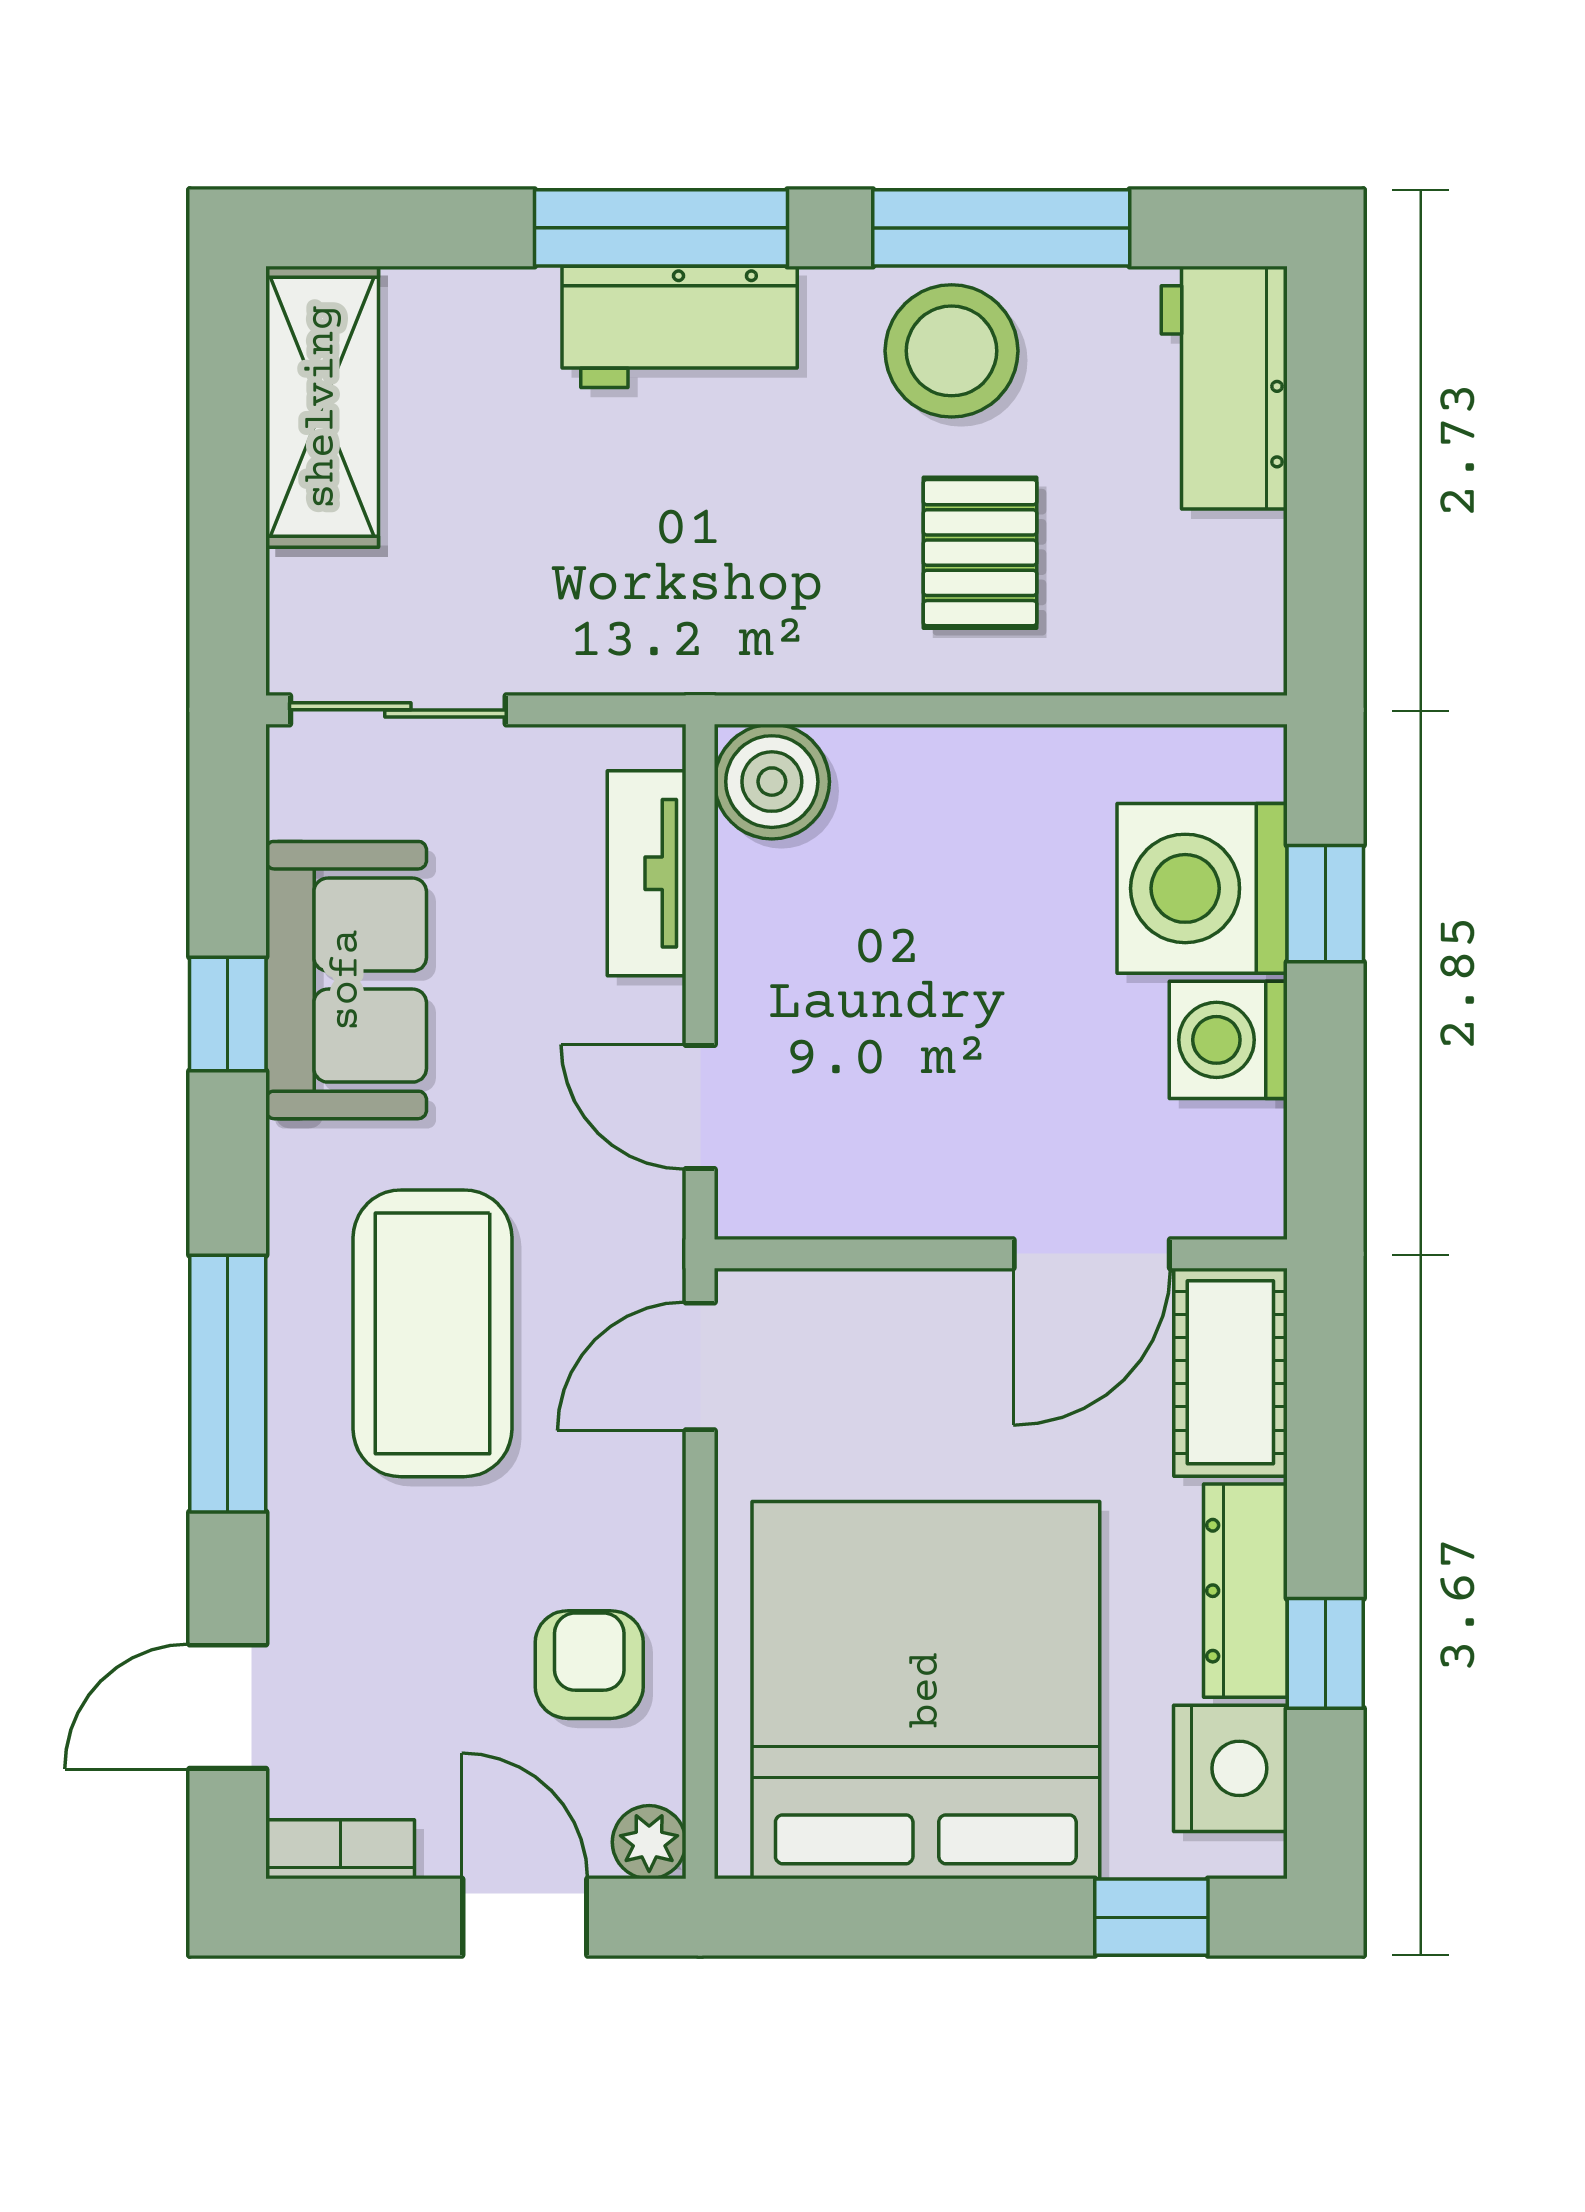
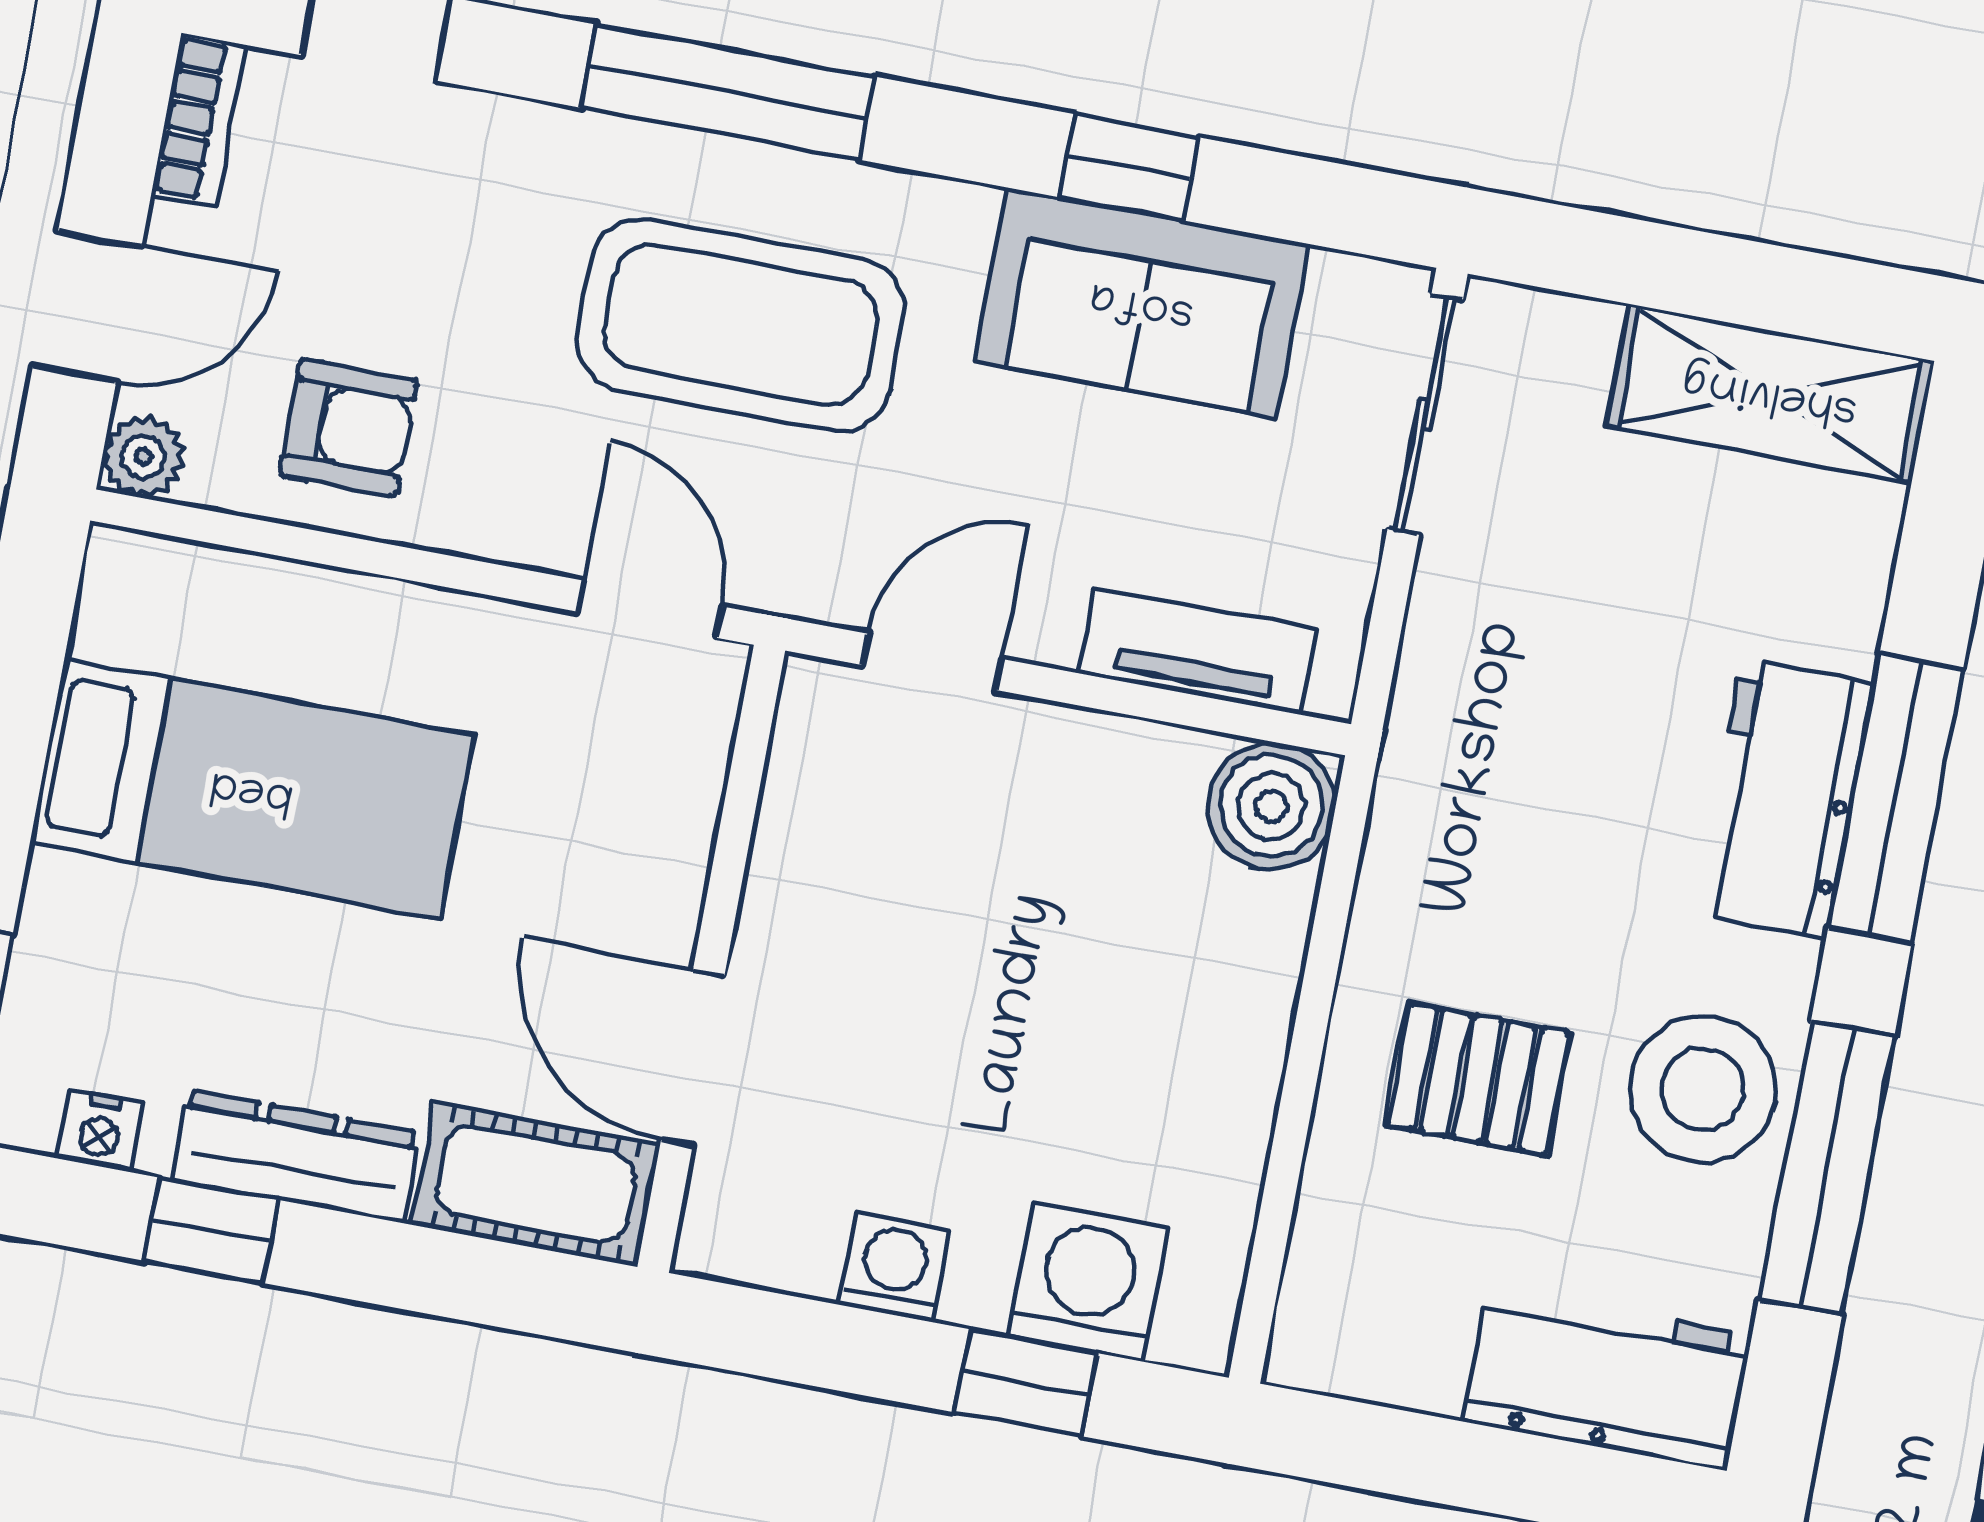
washing machine: (1202, 888) -> (1088, 1282), width x0.73, depth x0.73
washing machine: (1228, 1040) -> (894, 1267), width x0.73, depth x0.73
bed: (926, 1690) -> (252, 789), width x0.49
nightstand: (1230, 1768) -> (100, 1131), width x0.53, depth x0.56

